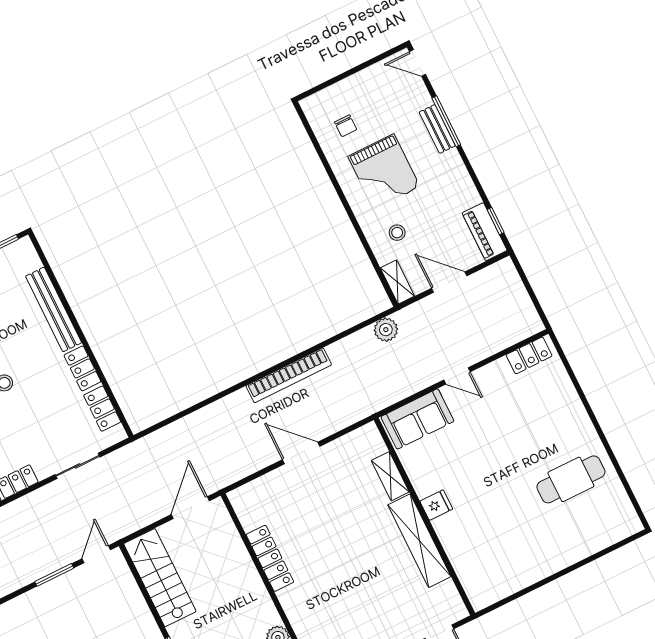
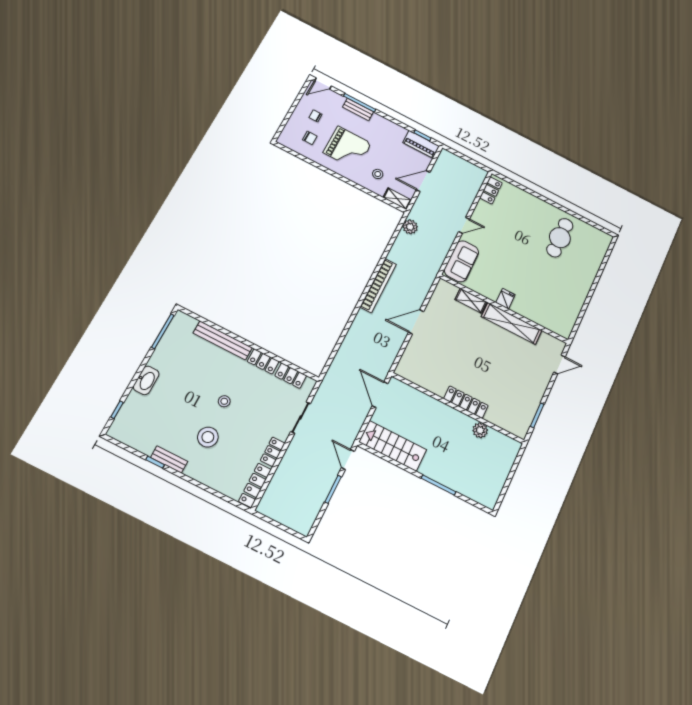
chair: (375, 101) -> (315, 116), added
locker: (270, 558) -> (466, 402), moved

